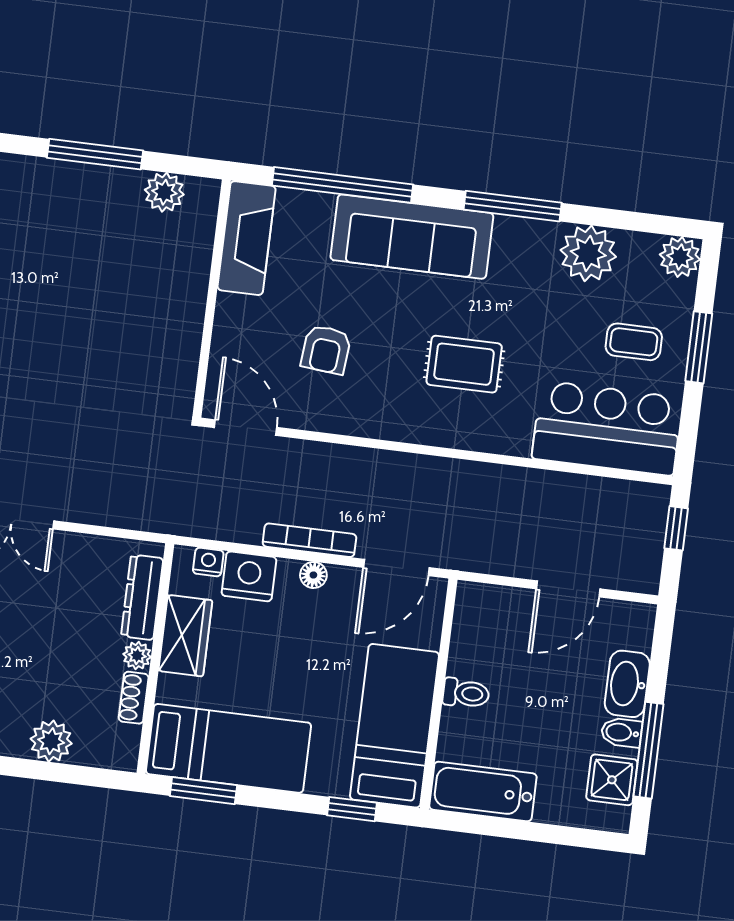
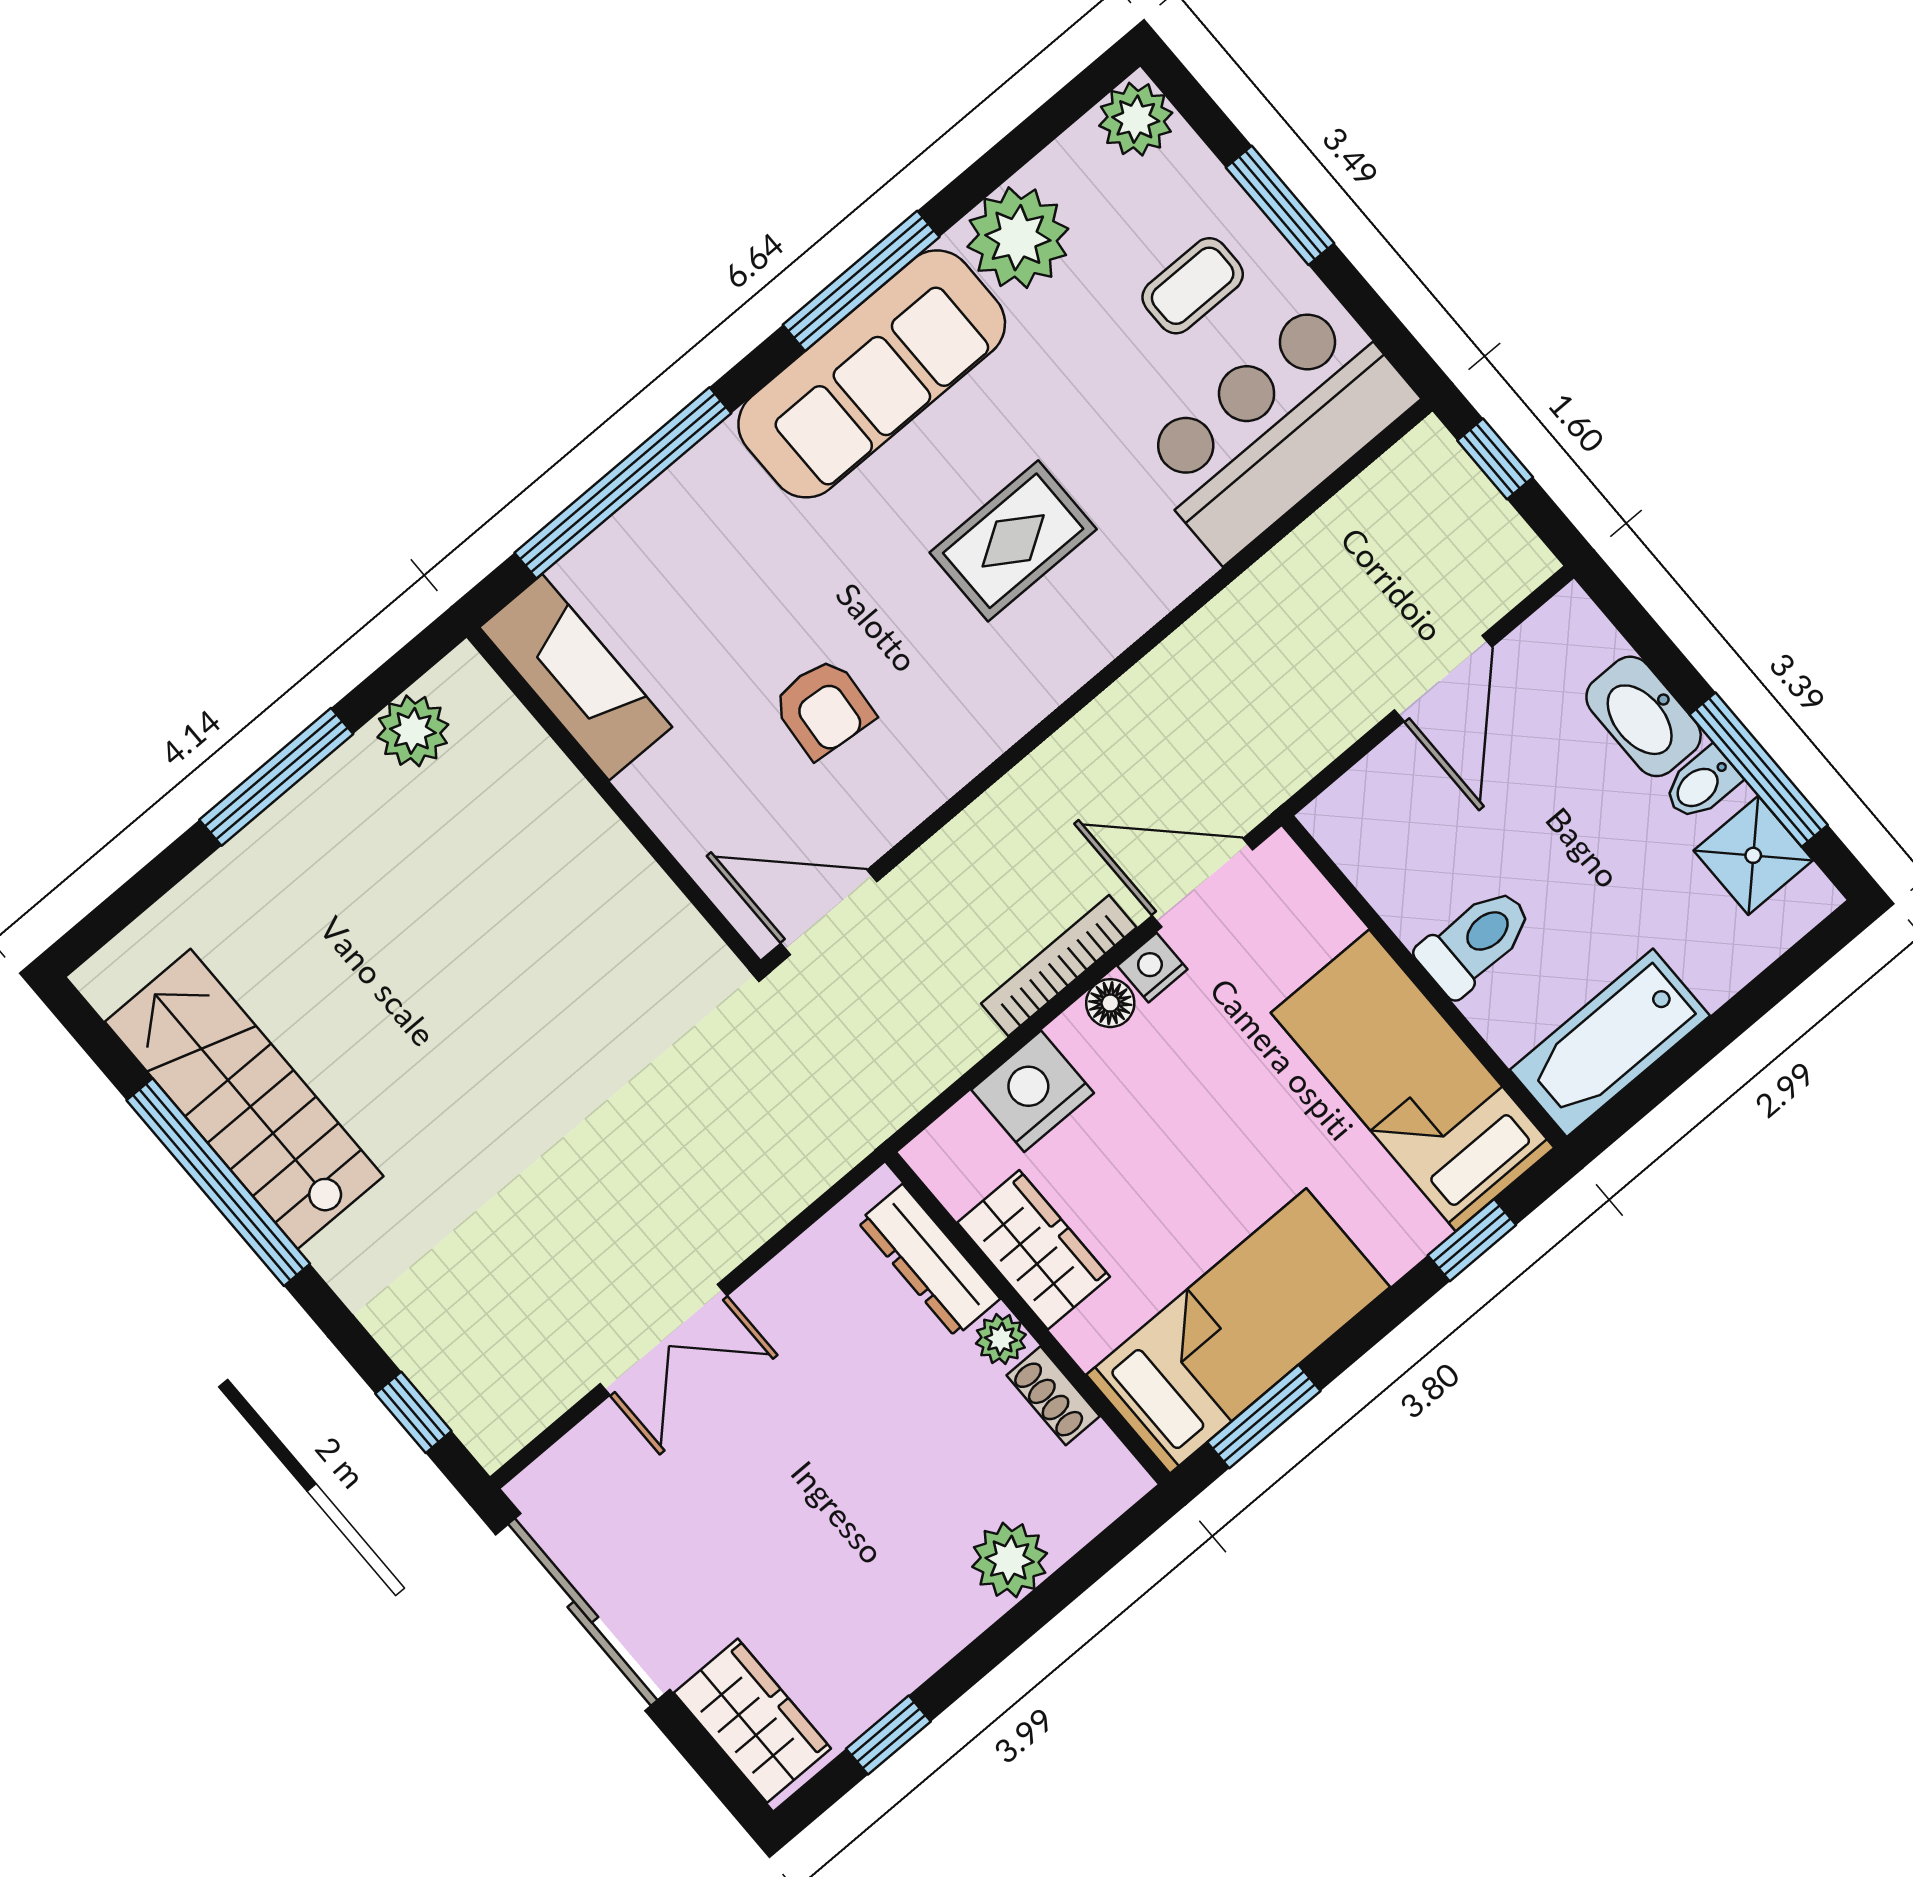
sofa: (412, 237) -> (872, 374), moved
nightstand: (208, 562) -> (1152, 968), moved
door: (396, 567) -> (1202, 883), swing flipped
toilet: (466, 693) -> (1475, 941), width x1.37, depth x1.39

